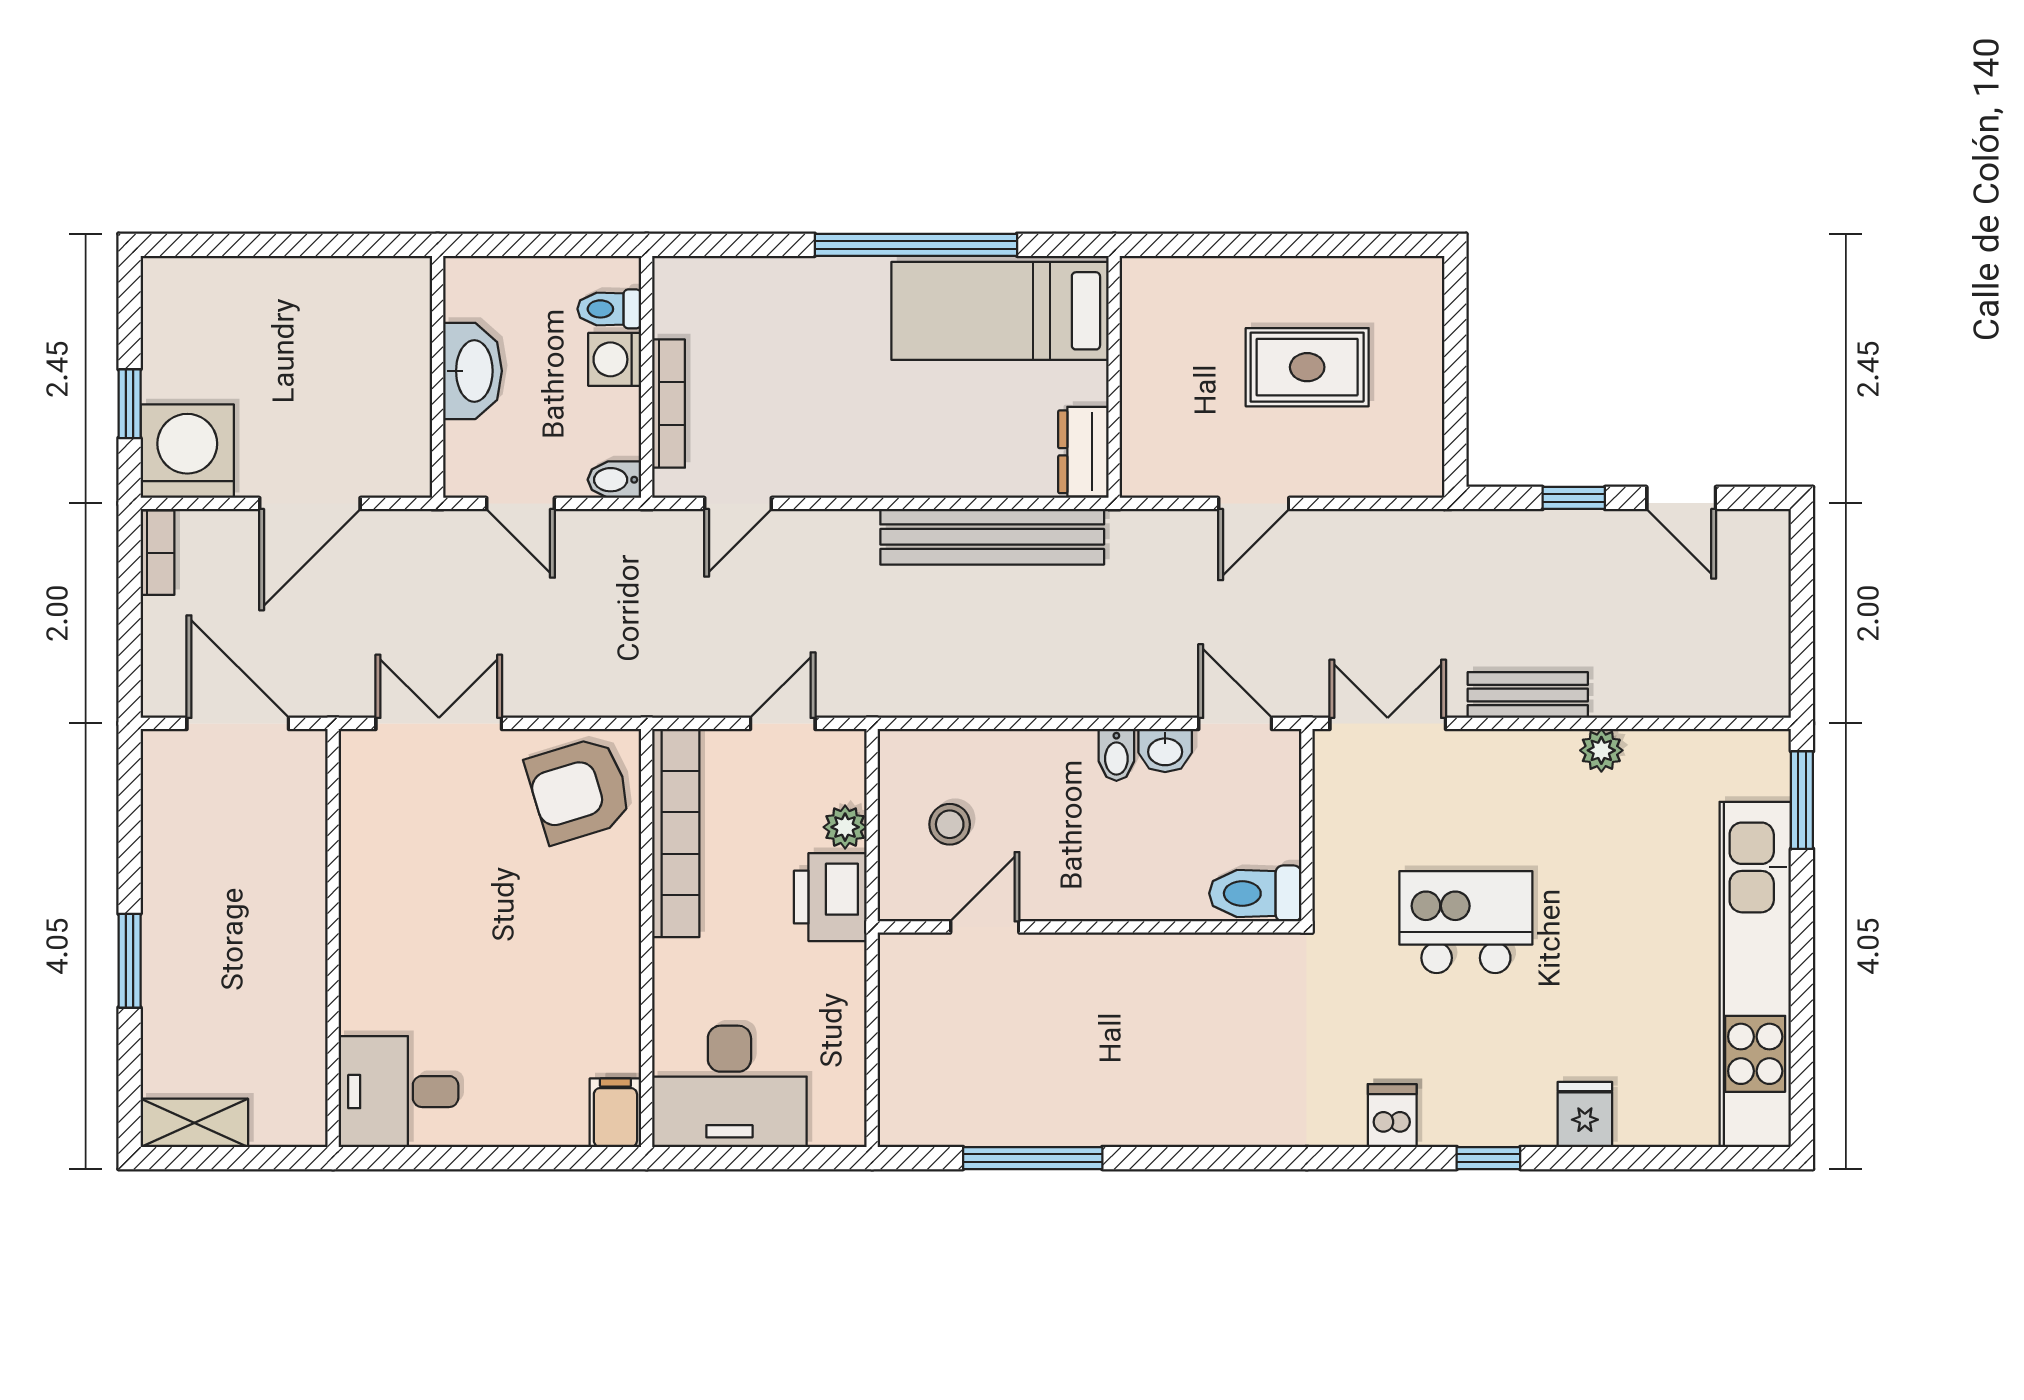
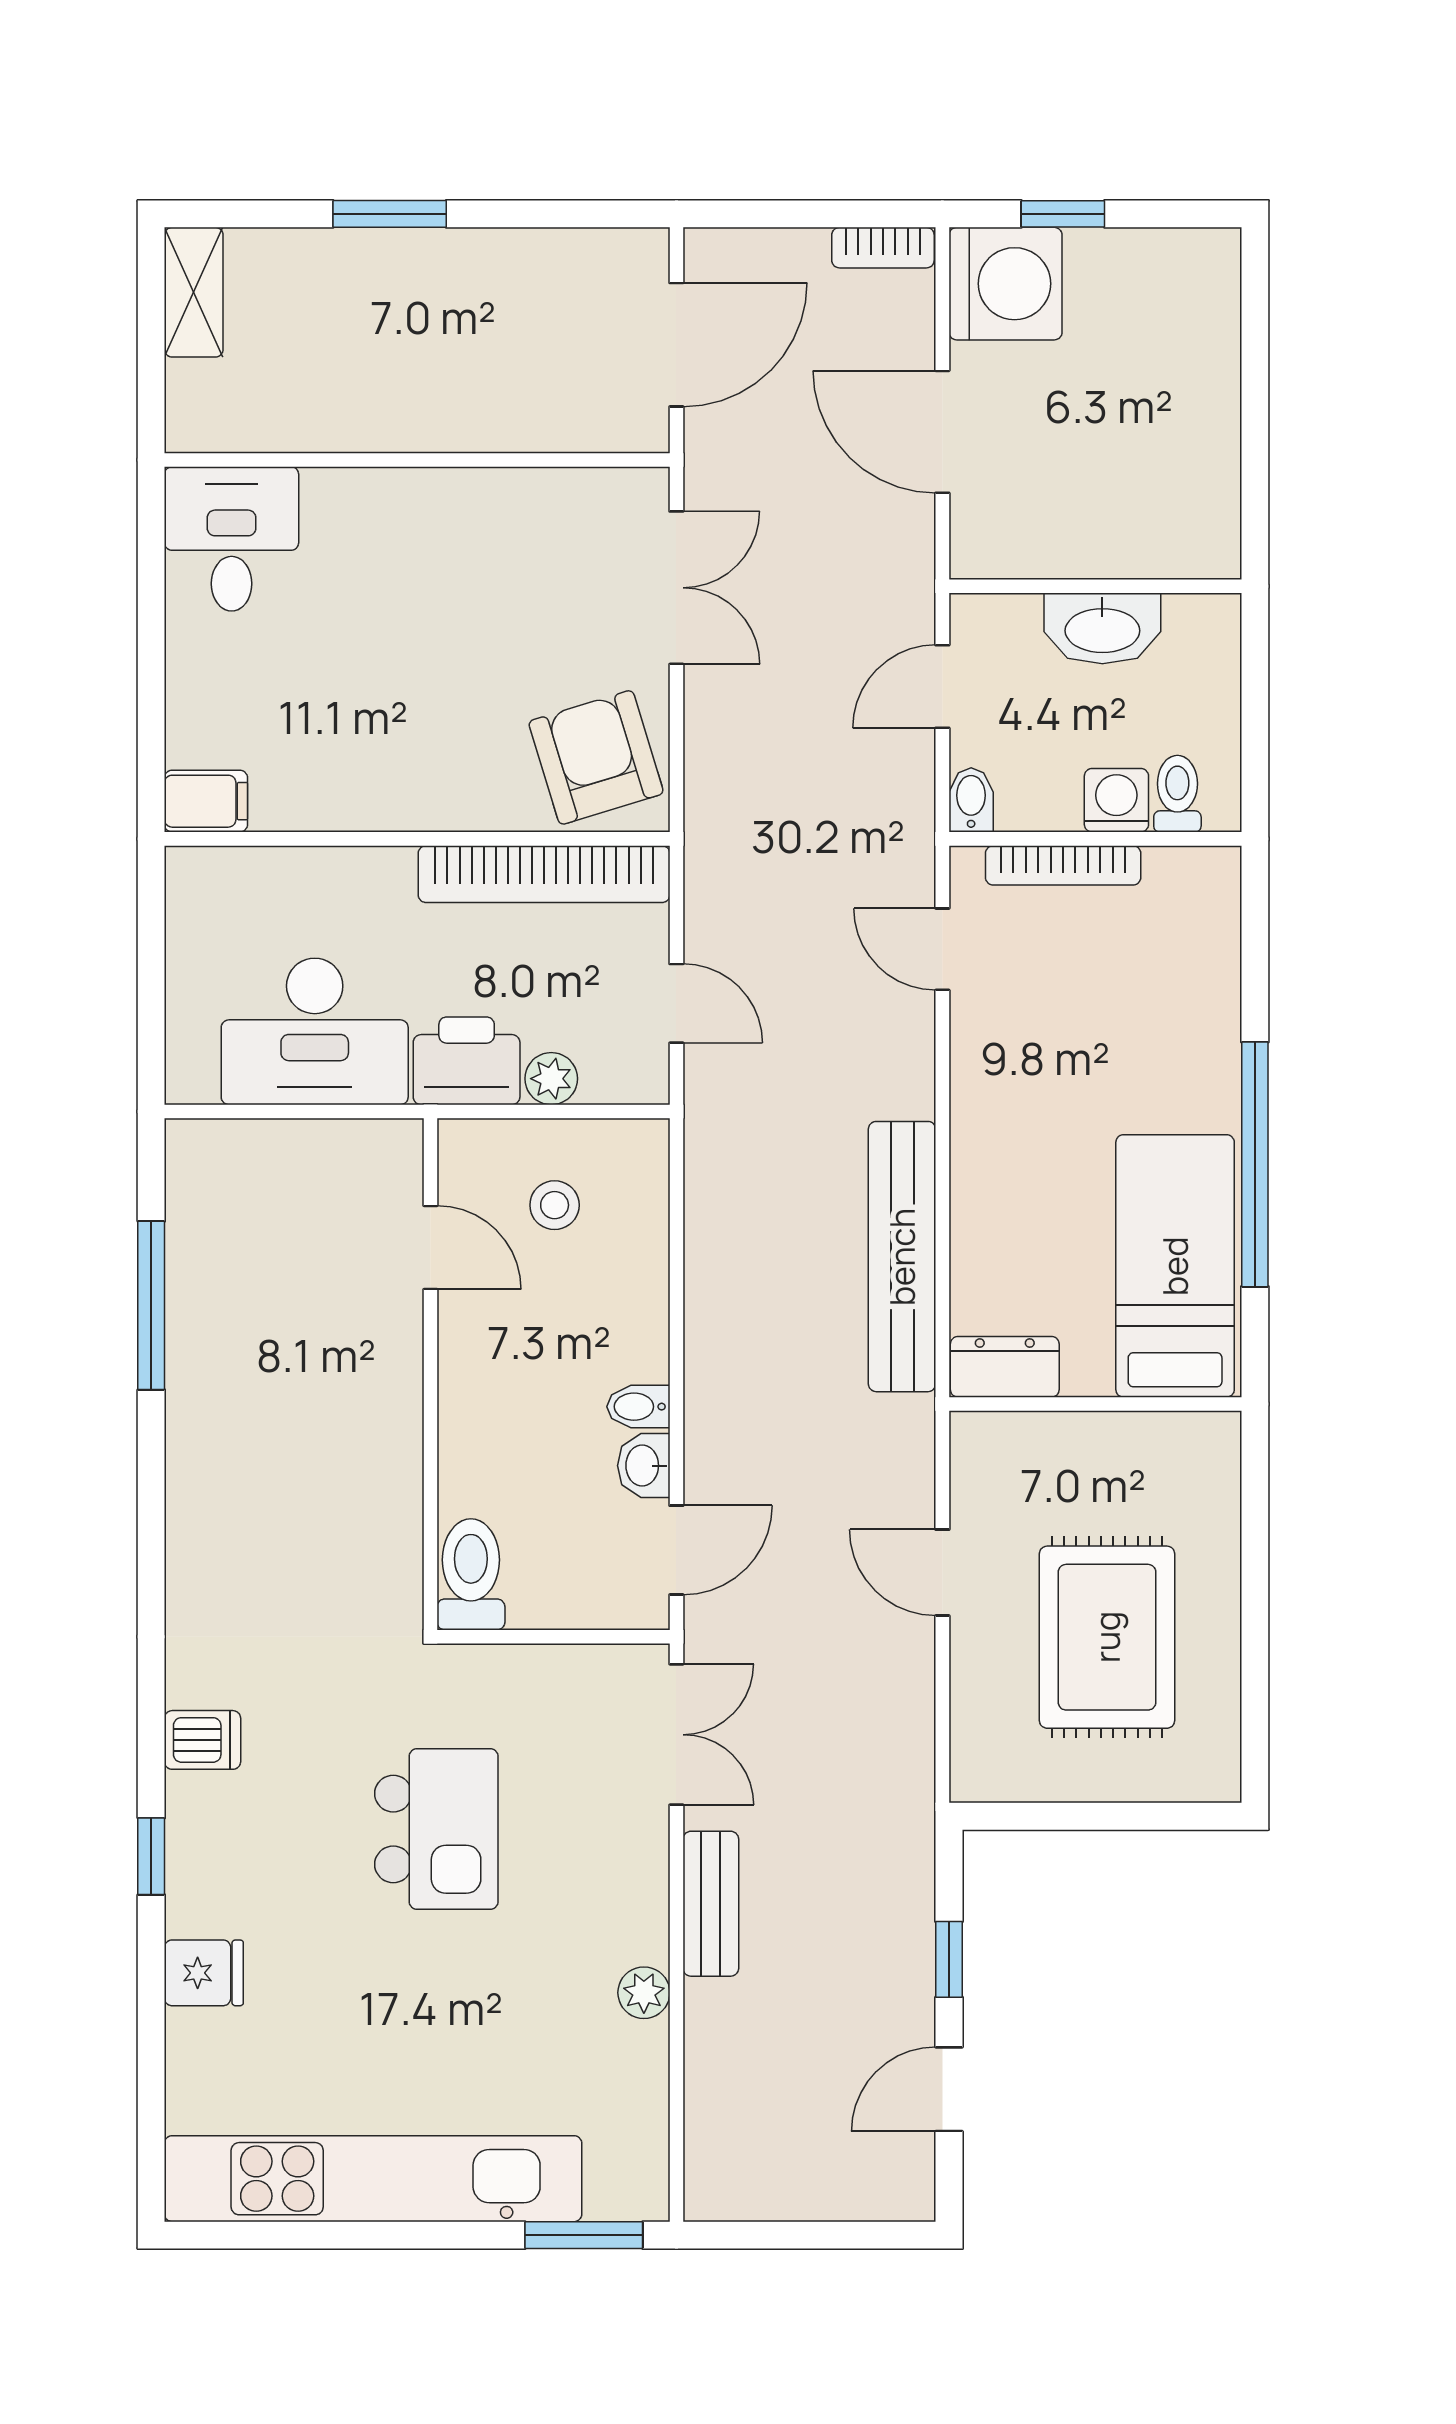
rug: (1307, 367) -> (1107, 1637), width x1.36, depth x1.43
desk: (729, 1086) -> (315, 1031), moved, turned -90

